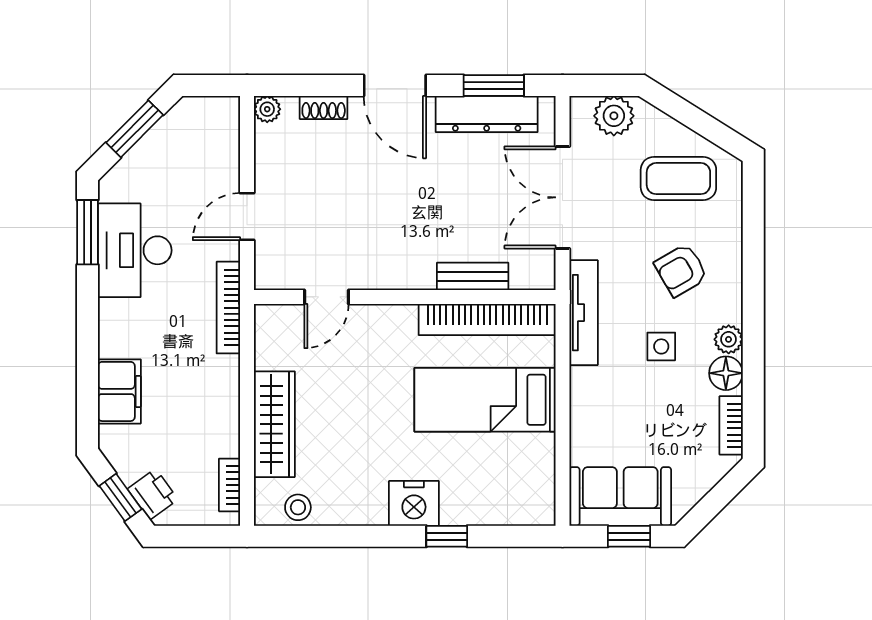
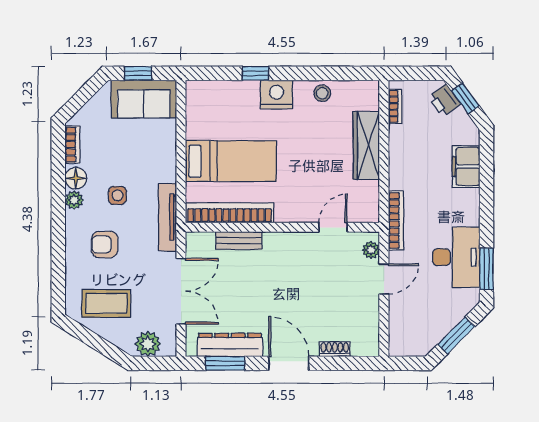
plant: (267, 109) -> (371, 250), moved
armchair: (681, 270) -> (105, 245), turned -150
stool: (298, 507) -> (322, 93), moved

